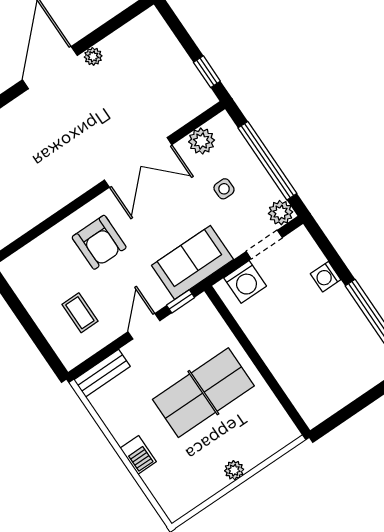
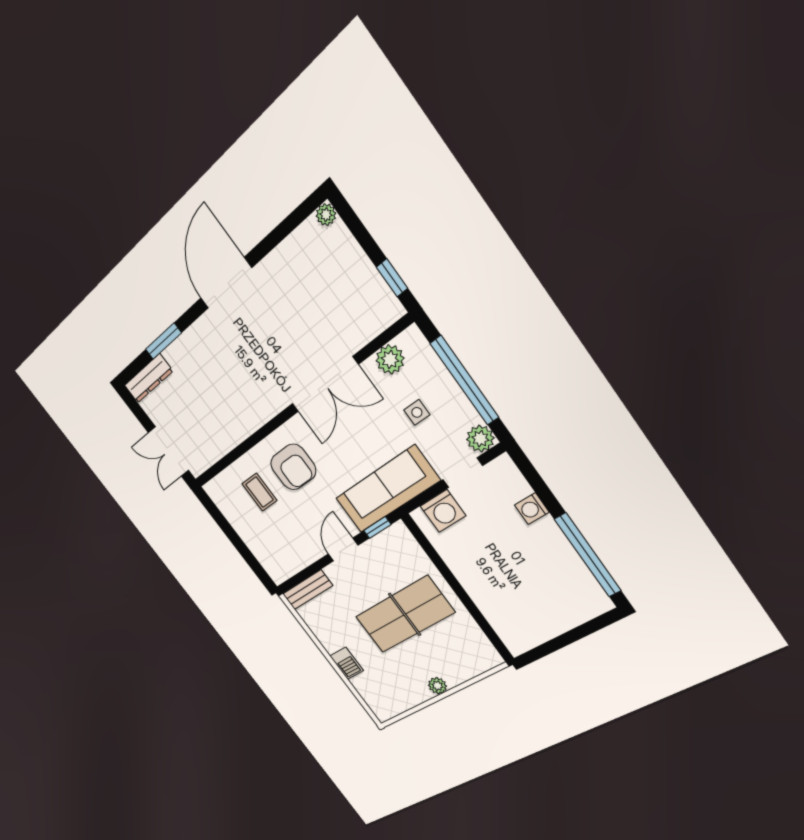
plant: (93, 56) -> (326, 215), moved
sofa: (192, 262) -> (387, 489), width x1.36
coffee table: (80, 313) -> (259, 492), moved

